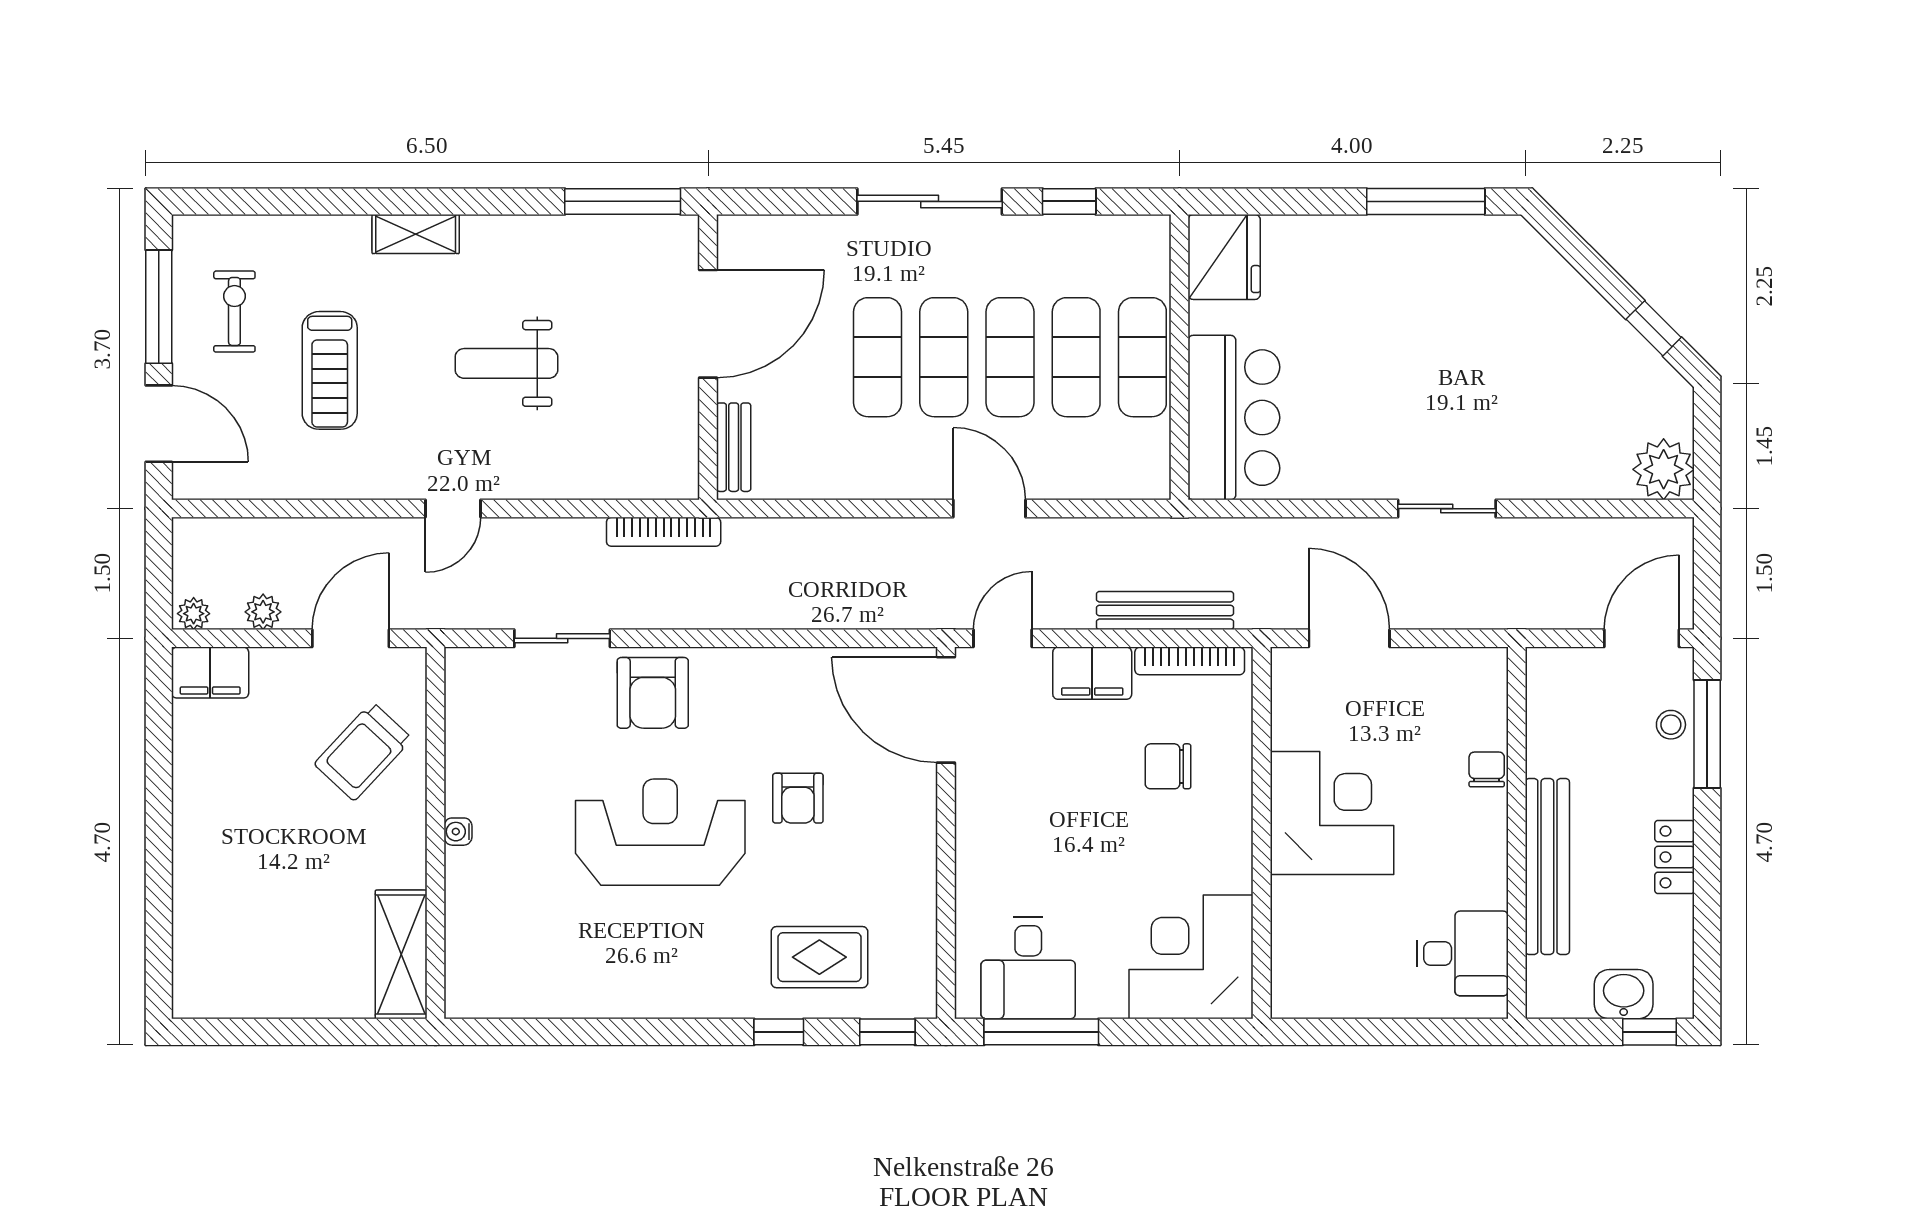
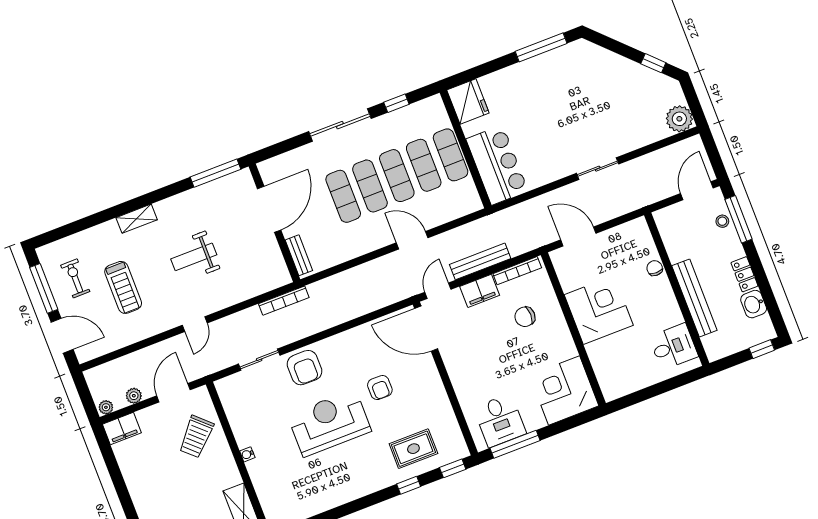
bench: (1165, 611) -> (480, 261), moved
washbasin: (1624, 994) -> (754, 304), moved, turned -90

